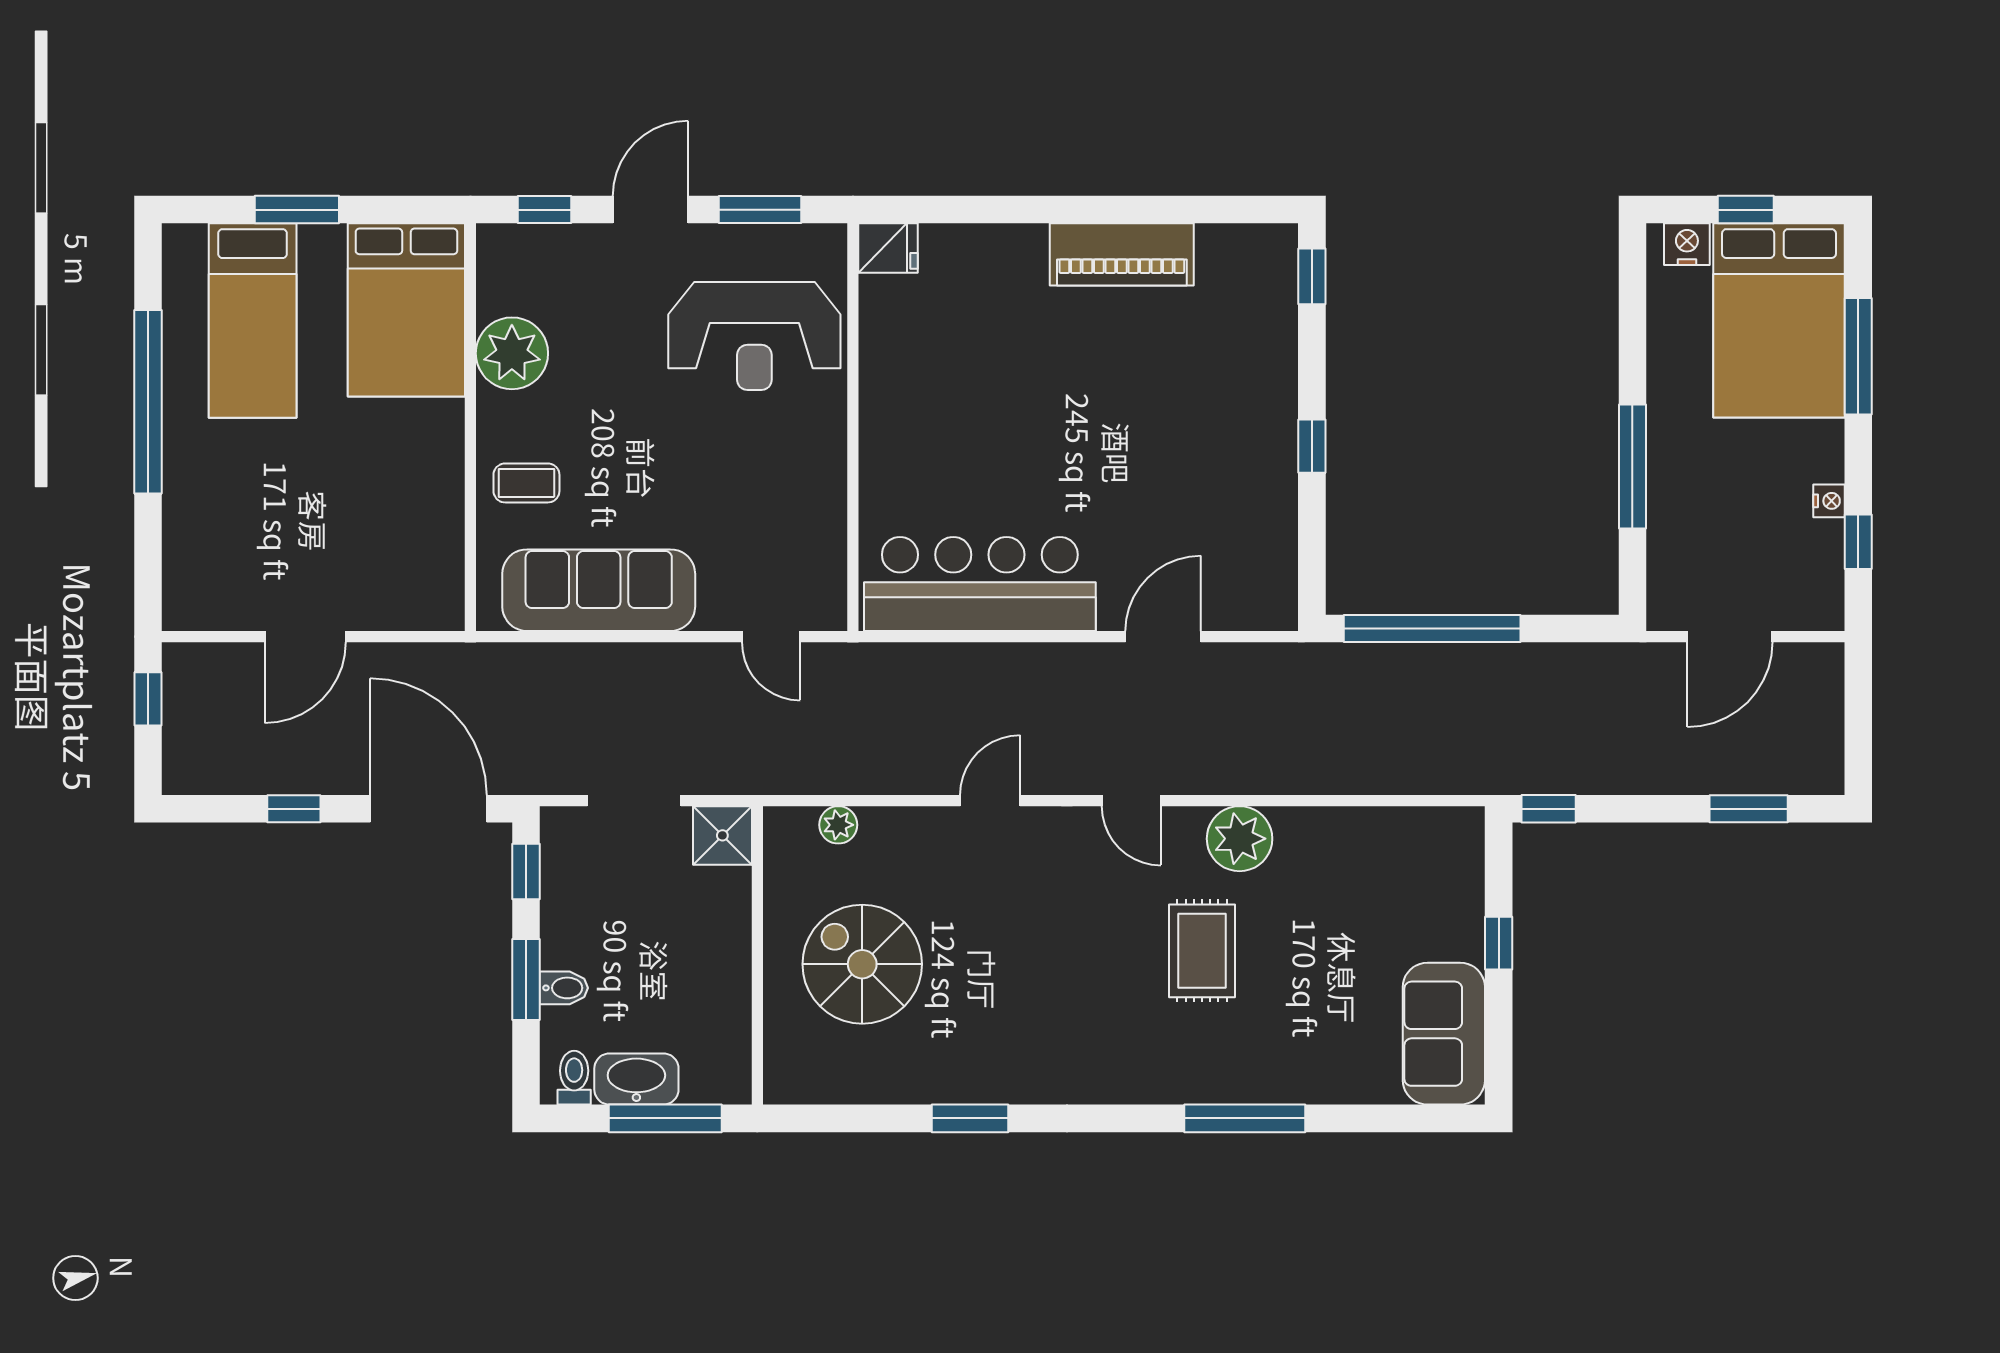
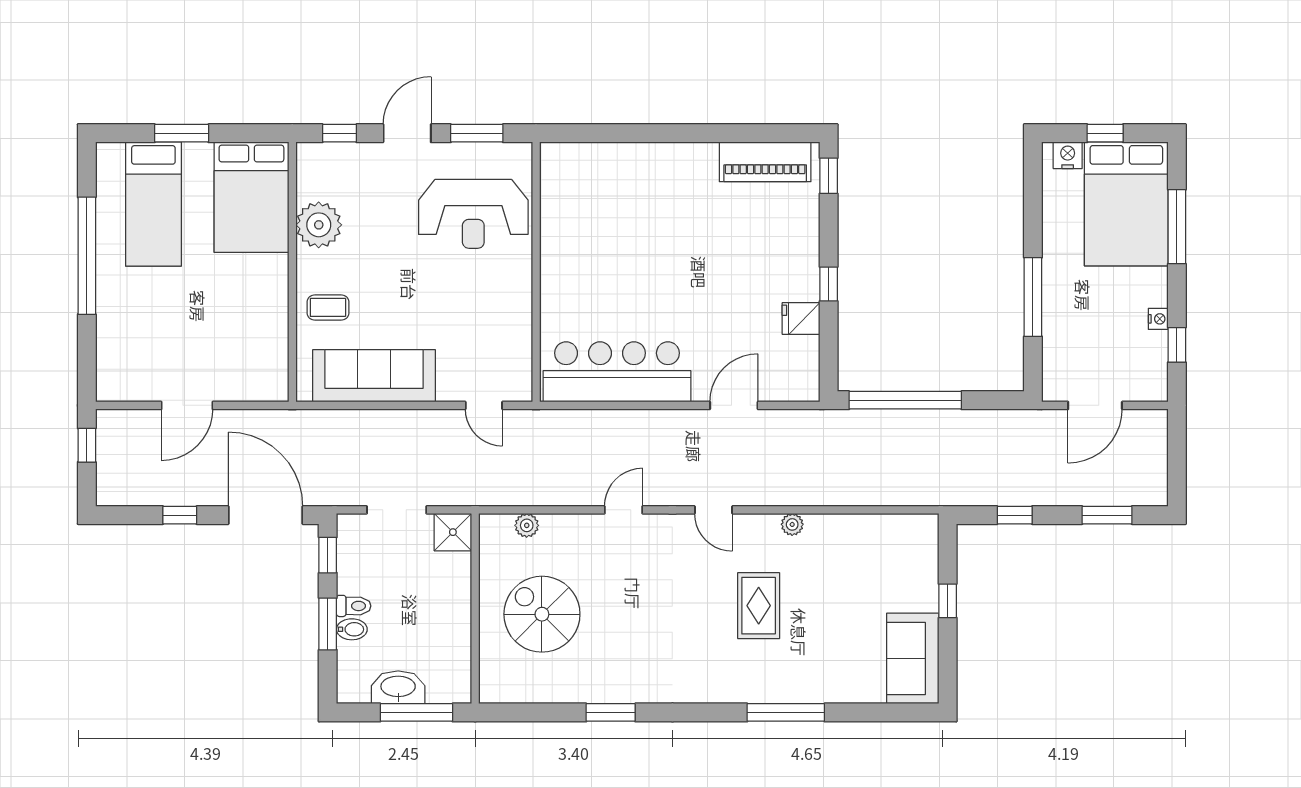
fridge: (888, 248) -> (801, 319), moved, turned 180
piano: (1122, 254) -> (765, 162), moved
window: (1549, 809) -> (1015, 515), moved
plant: (1240, 839) -> (792, 524), width x0.53, depth x0.53
toilet: (574, 1078) -> (354, 606), moved, turned 90

